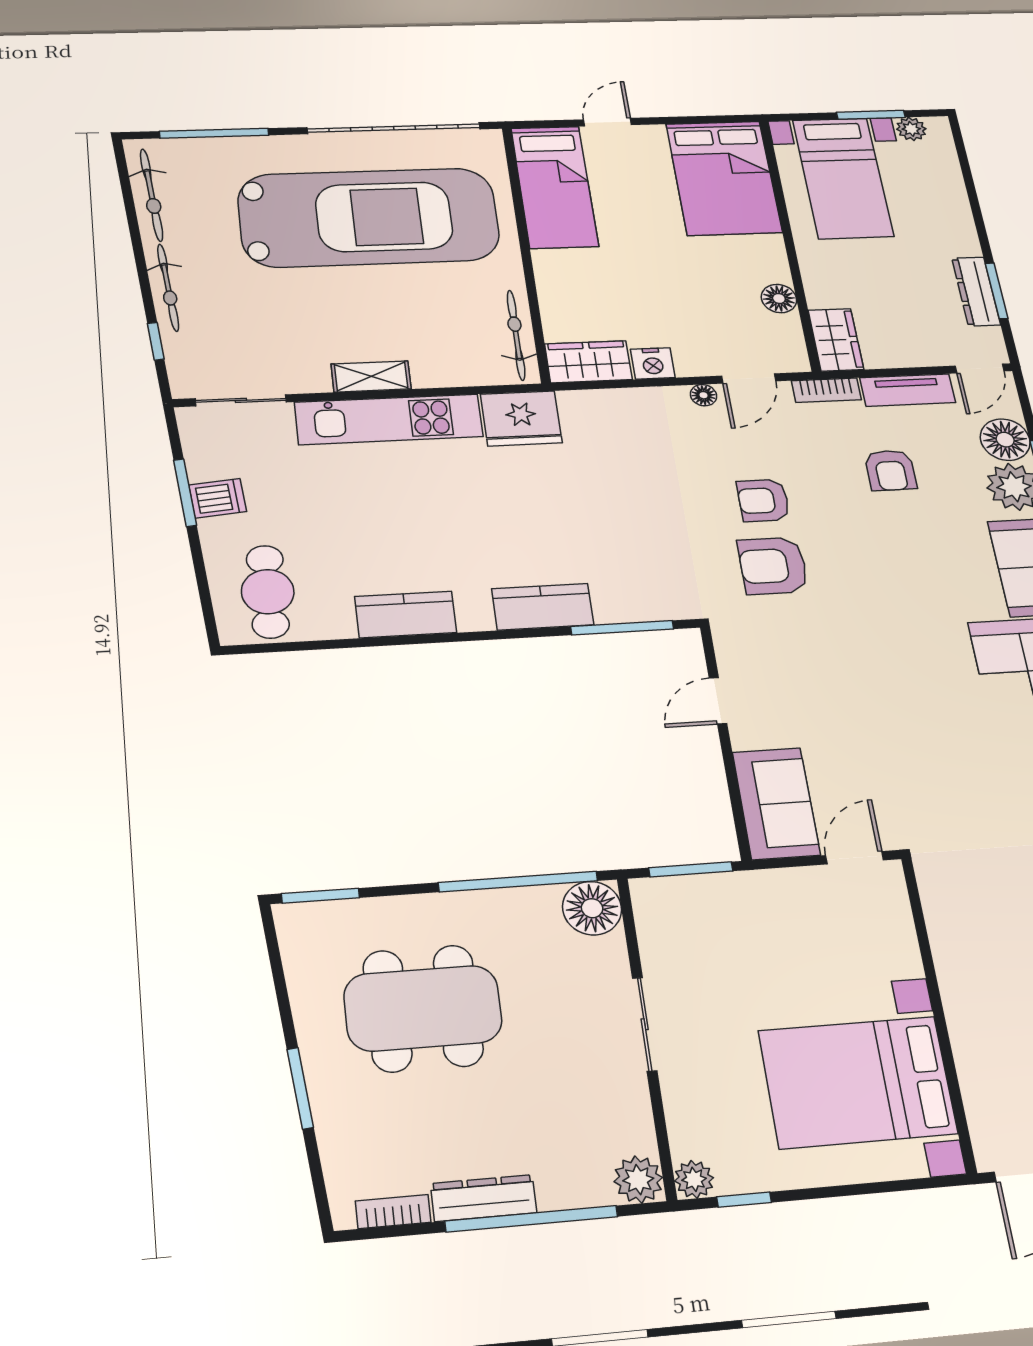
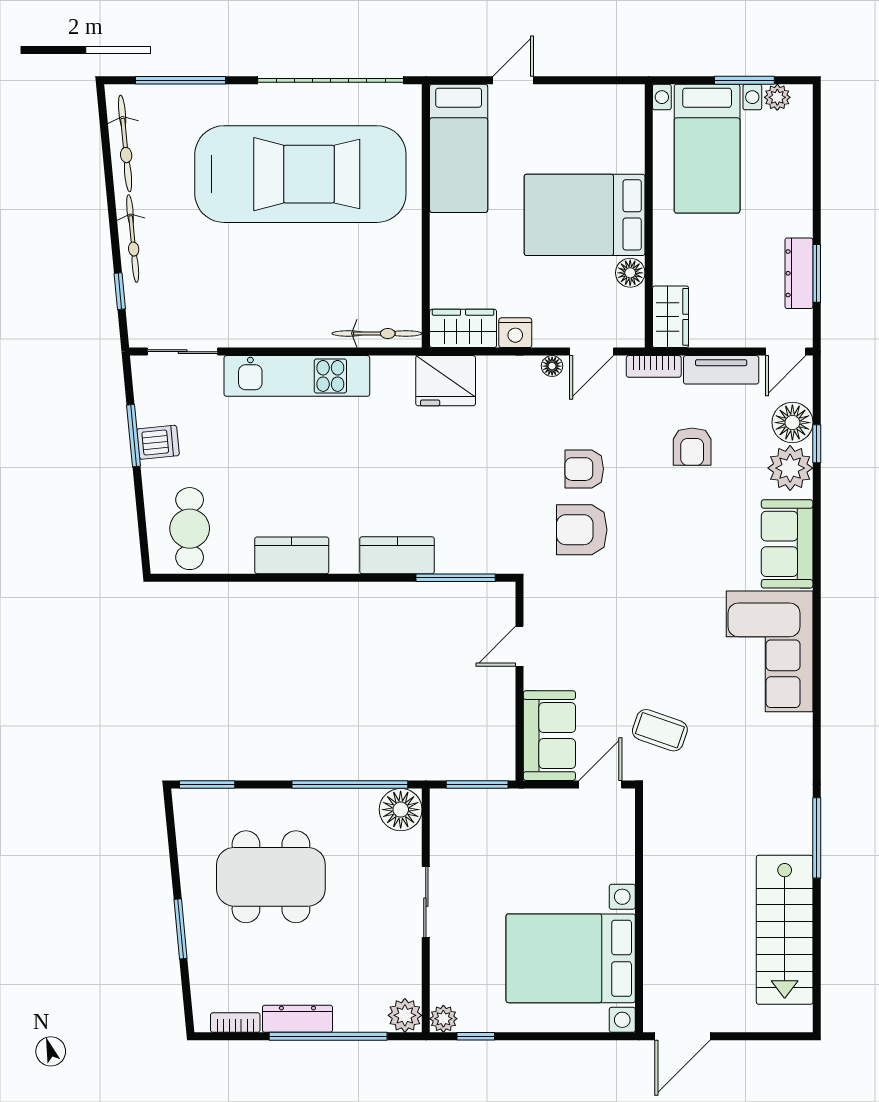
bed: (724, 178) -> (585, 215), moved, turned 90
bicycle: (516, 335) -> (377, 333), moved, turned 90
shelving: (371, 376) -> (287, 334), removed
fridge: (521, 418) -> (446, 381), moved
coffee table: (919, 787) -> (660, 730), added

